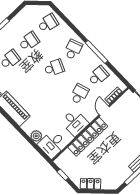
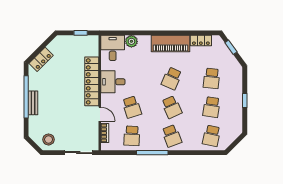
school desk: (54, 68) -> (172, 107), turned -48
school desk: (35, 86) -> (172, 78), added
locker: (90, 184) -> (41, 59), moved

